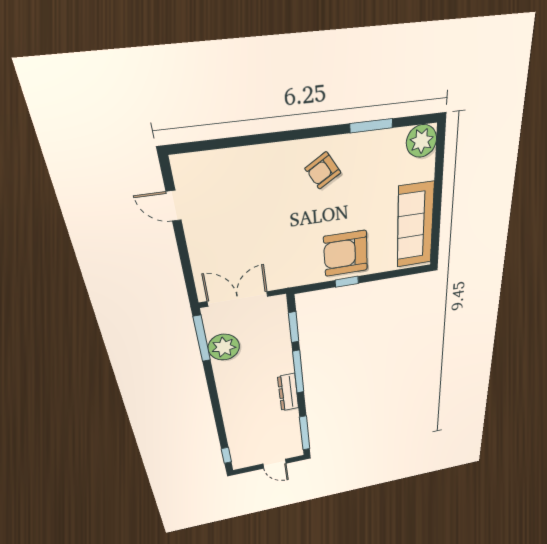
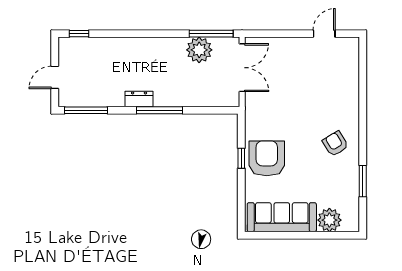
plant: (422, 141) -> (329, 220), moved
window: (294, 327) -> (207, 110), removed
dresser: (288, 392) -> (139, 99), width x0.70

